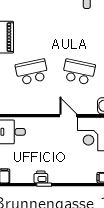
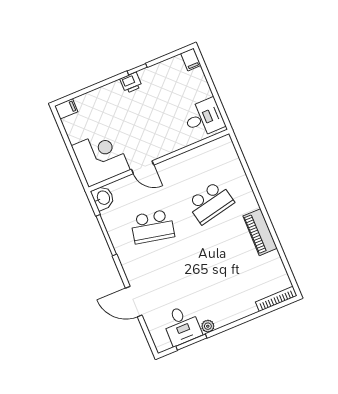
printer: (41, 177) -> (131, 83), moved

